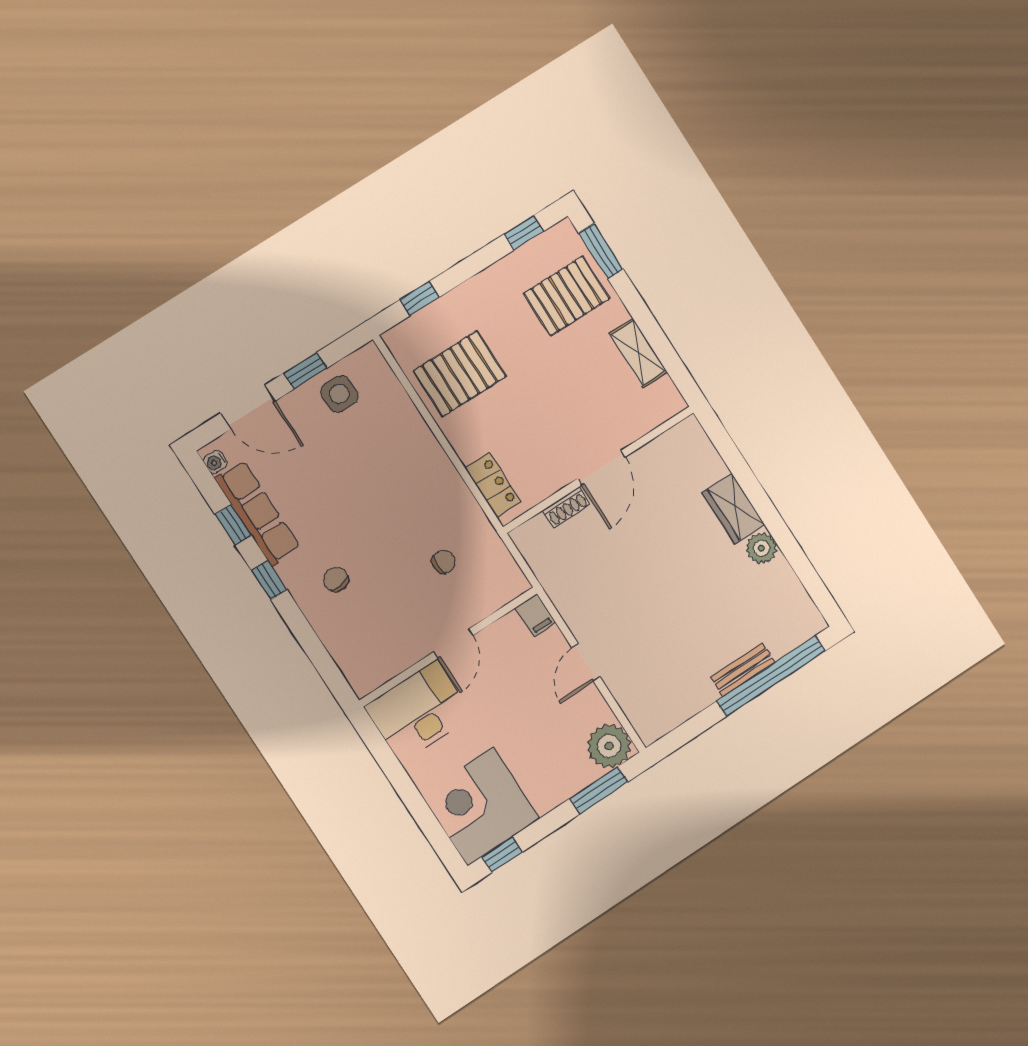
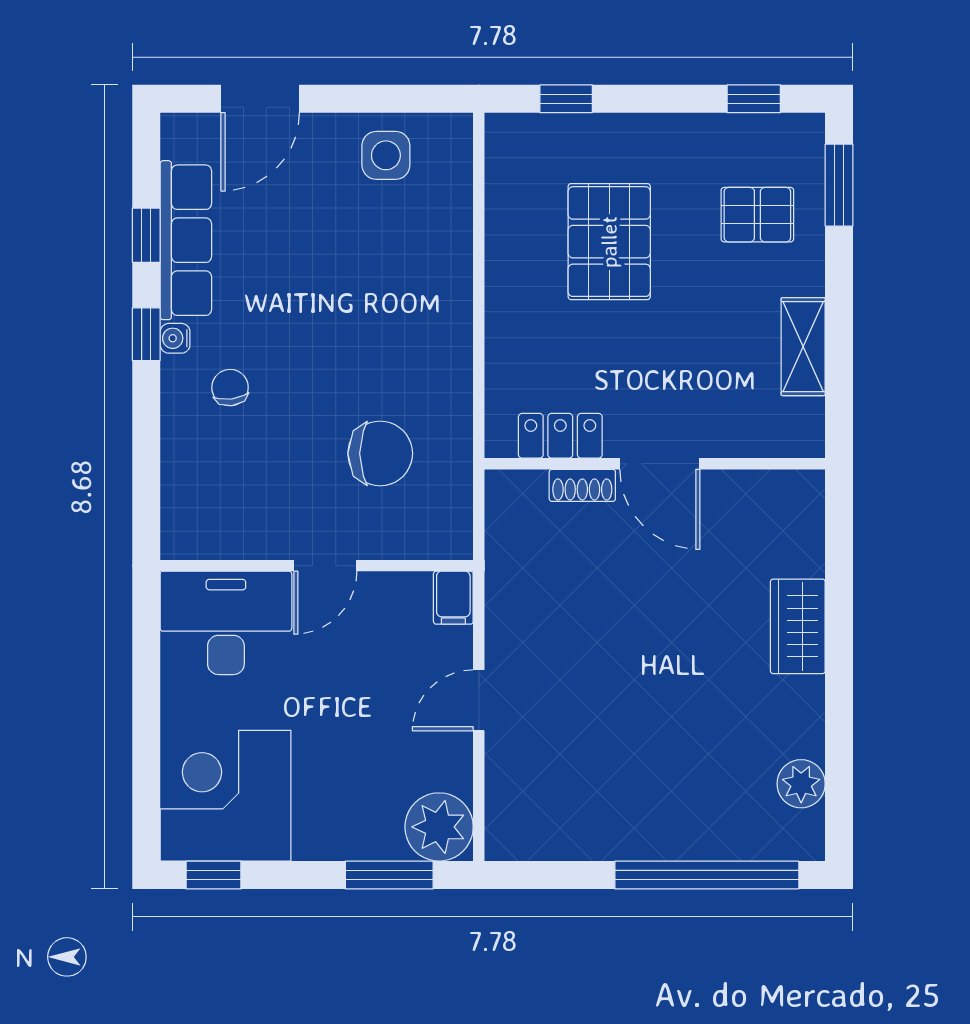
pallet: (567, 296) -> (757, 215), width x0.67, depth x0.71
window: (305, 371) -> (362, 99), removed
pallet: (460, 374) -> (609, 242), moved, turned 90
door: (248, 407) -> (260, 99), hinge flipped
water cooler: (215, 462) -> (175, 338), moved
door: (601, 468) -> (660, 464), hinge flipped
locker: (493, 485) -> (560, 436), moved, turned -90
plant: (761, 548) -> (801, 784), moved
chair: (444, 562) -> (380, 453), width x1.87, depth x1.87
bench: (743, 670) -> (676, 843), removed

